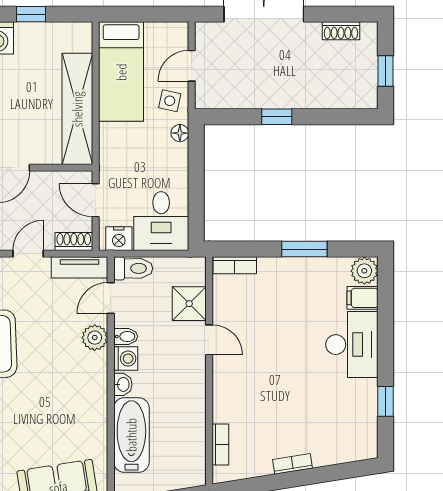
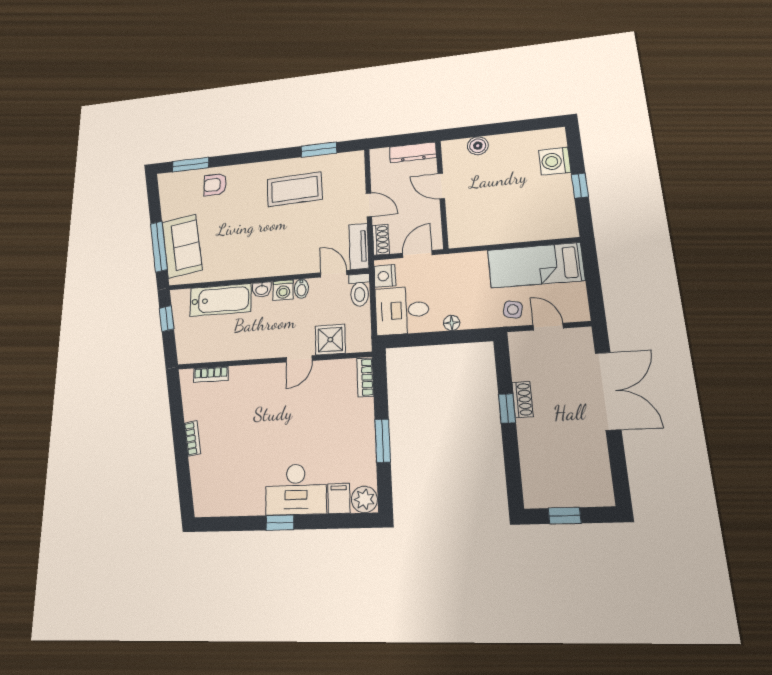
shoe rack: (341, 31) -> (523, 399), moved, turned 180
shelving: (77, 109) -> (498, 232), removed
floor lamp: (180, 133) -> (452, 323), moved
plant: (95, 338) -> (300, 264), removed
window: (385, 401) -> (280, 523), moved

